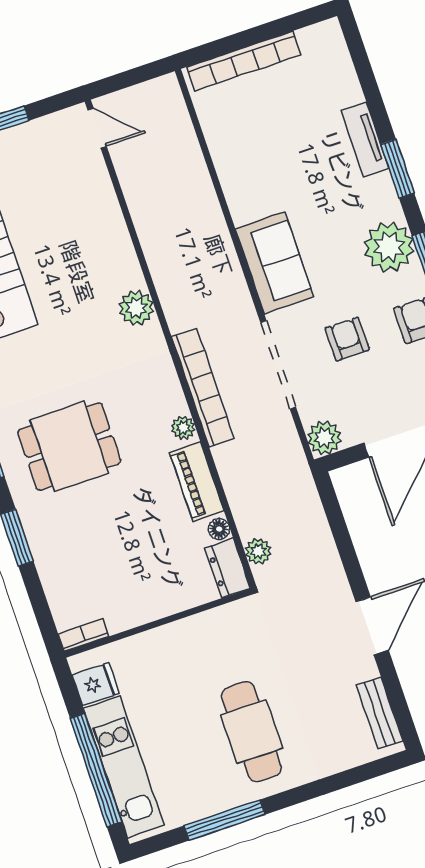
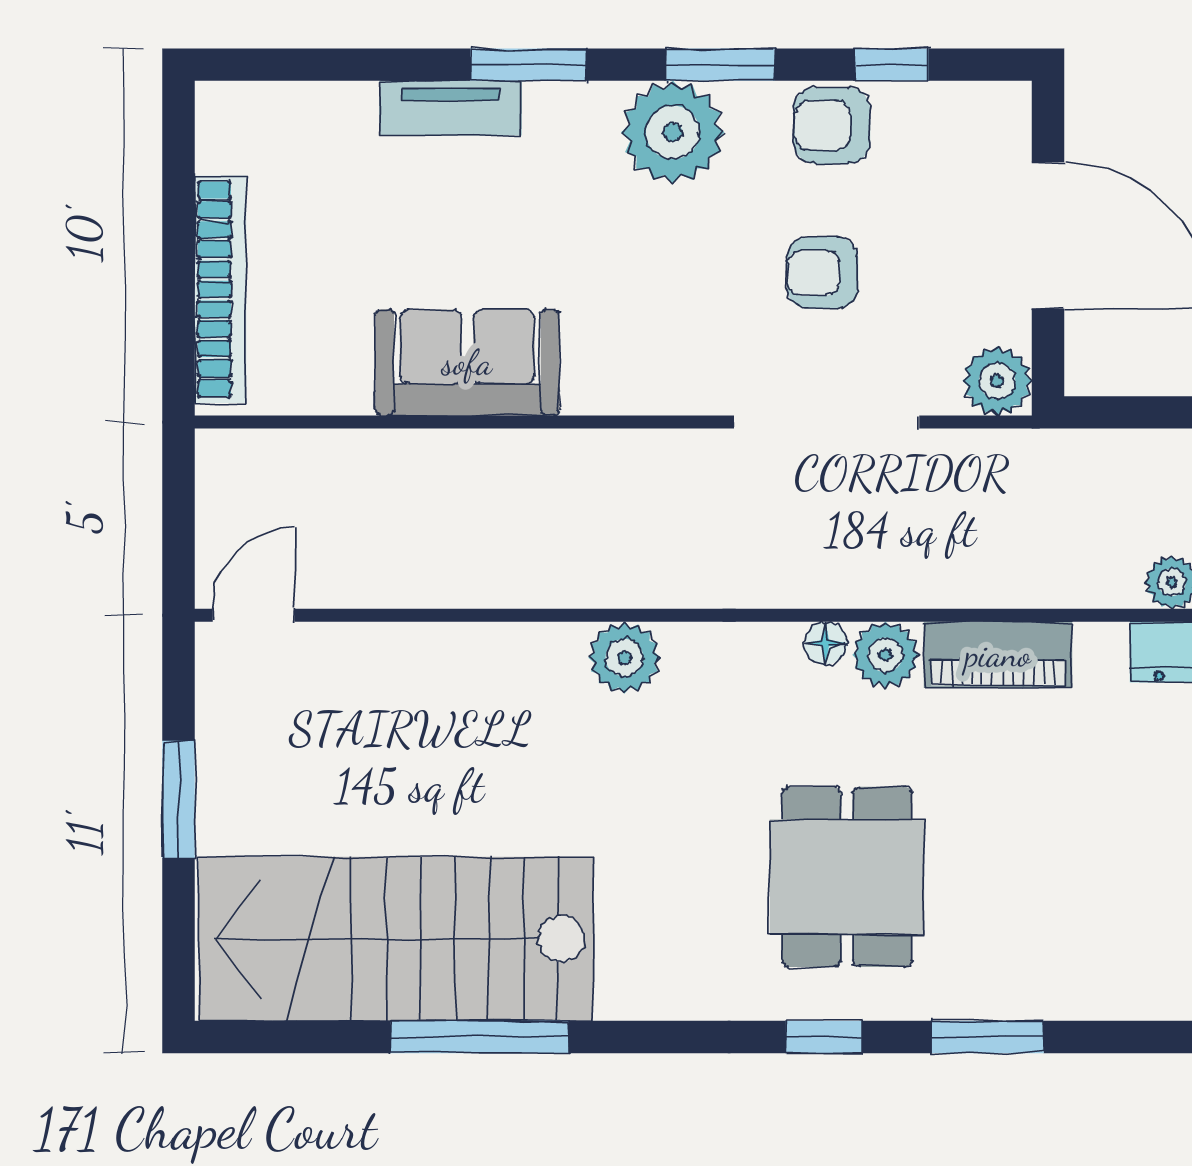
sofa: (274, 263) -> (467, 363), moved
bookcase: (203, 388) -> (821, 582), removed
plant: (183, 428) -> (886, 655), width x1.38, depth x1.38
floor lamp: (219, 529) -> (826, 643), moved

